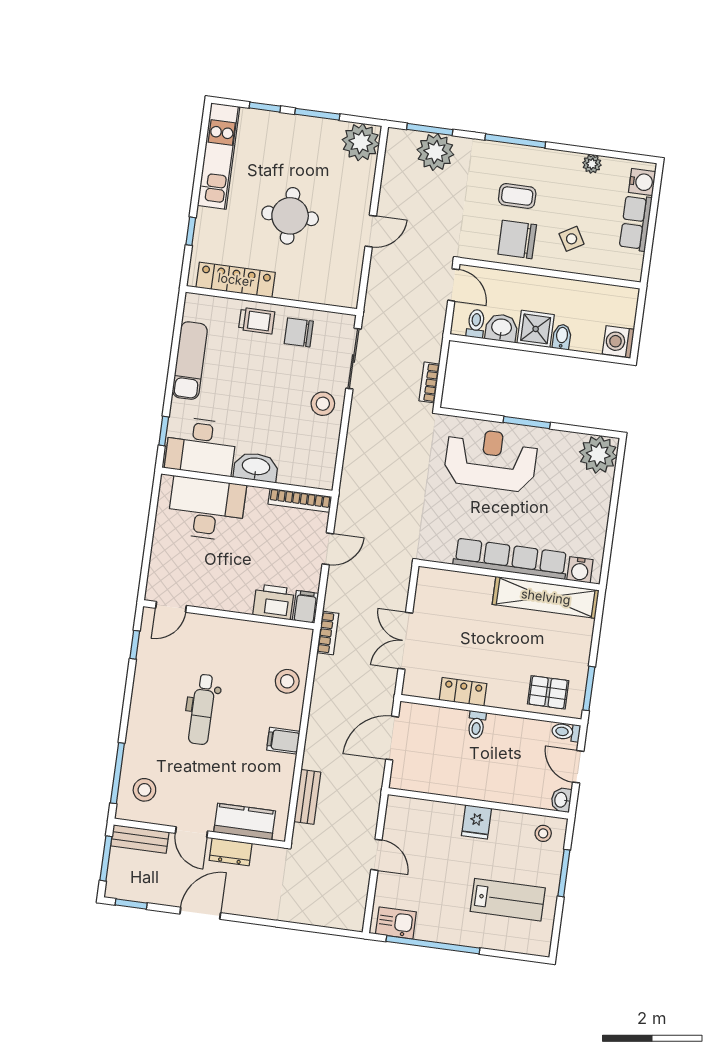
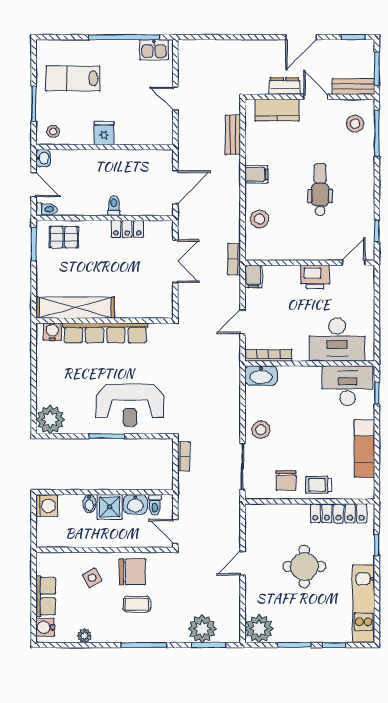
chair: (299, 332) -> (286, 480), turned 90
washbasin: (256, 467) -> (261, 376), moved
printer: (273, 602) -> (315, 277), moved

